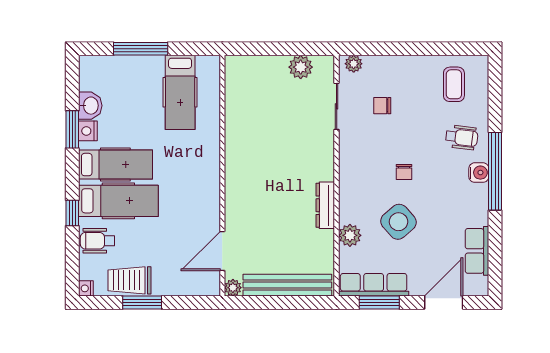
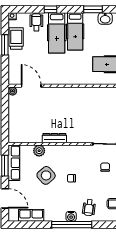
nightstand: (88, 131) -> (92, 17), removed
bench: (287, 285) -> (14, 119), removed

